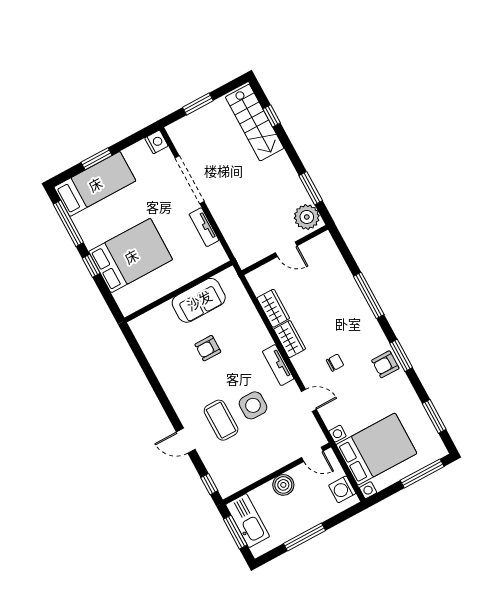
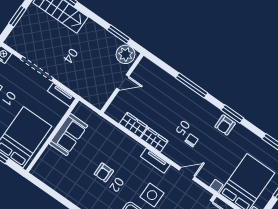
wall: (179, 291) -> (52, 135), moved
sofa: (199, 300) -> (68, 135), moved

